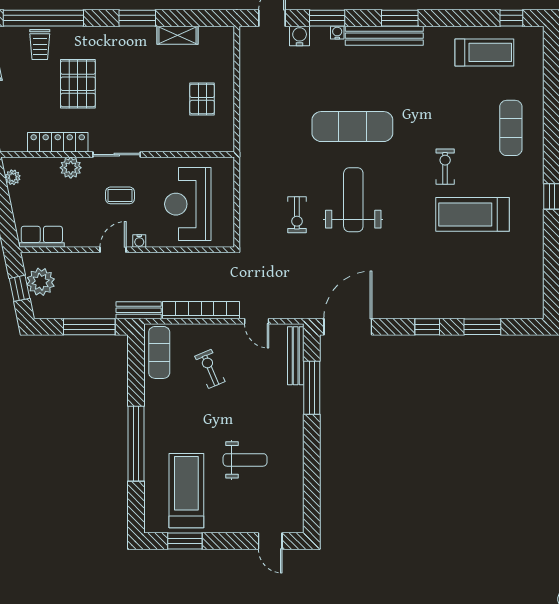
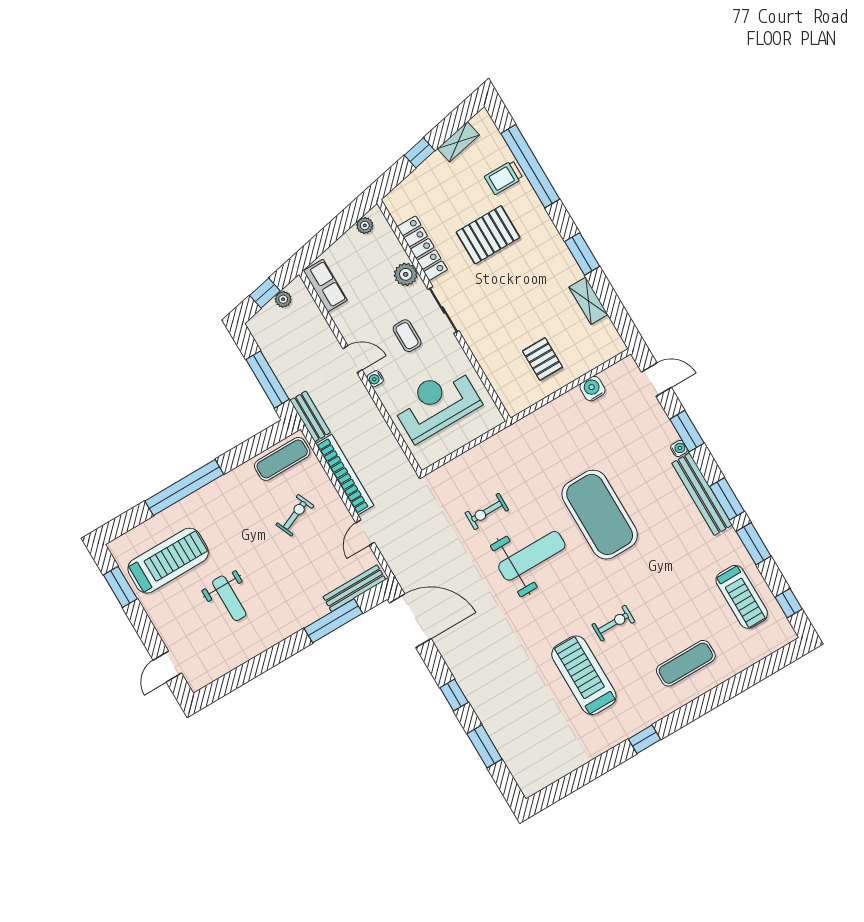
window: (448, 18) -> (754, 544), added
water cooler: (300, 36) -> (592, 389), moved, turned -90
pallet: (202, 99) -> (542, 359), turned 90
exercise mat: (352, 127) -> (600, 515), width x1.47
plant: (41, 282) -> (283, 299), width x0.53, depth x0.53

